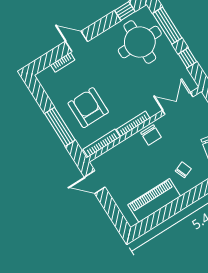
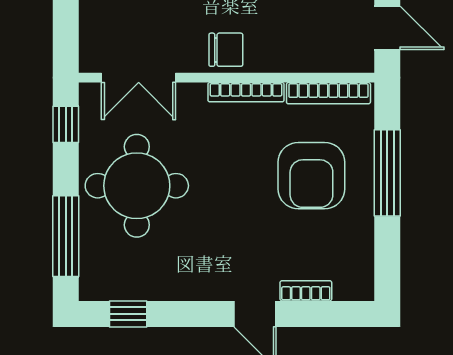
round table: (140, 42) -> (137, 186), moved
window: (188, 58) -> (66, 124), moved
chair: (151, 135) -> (226, 50), turned 90

